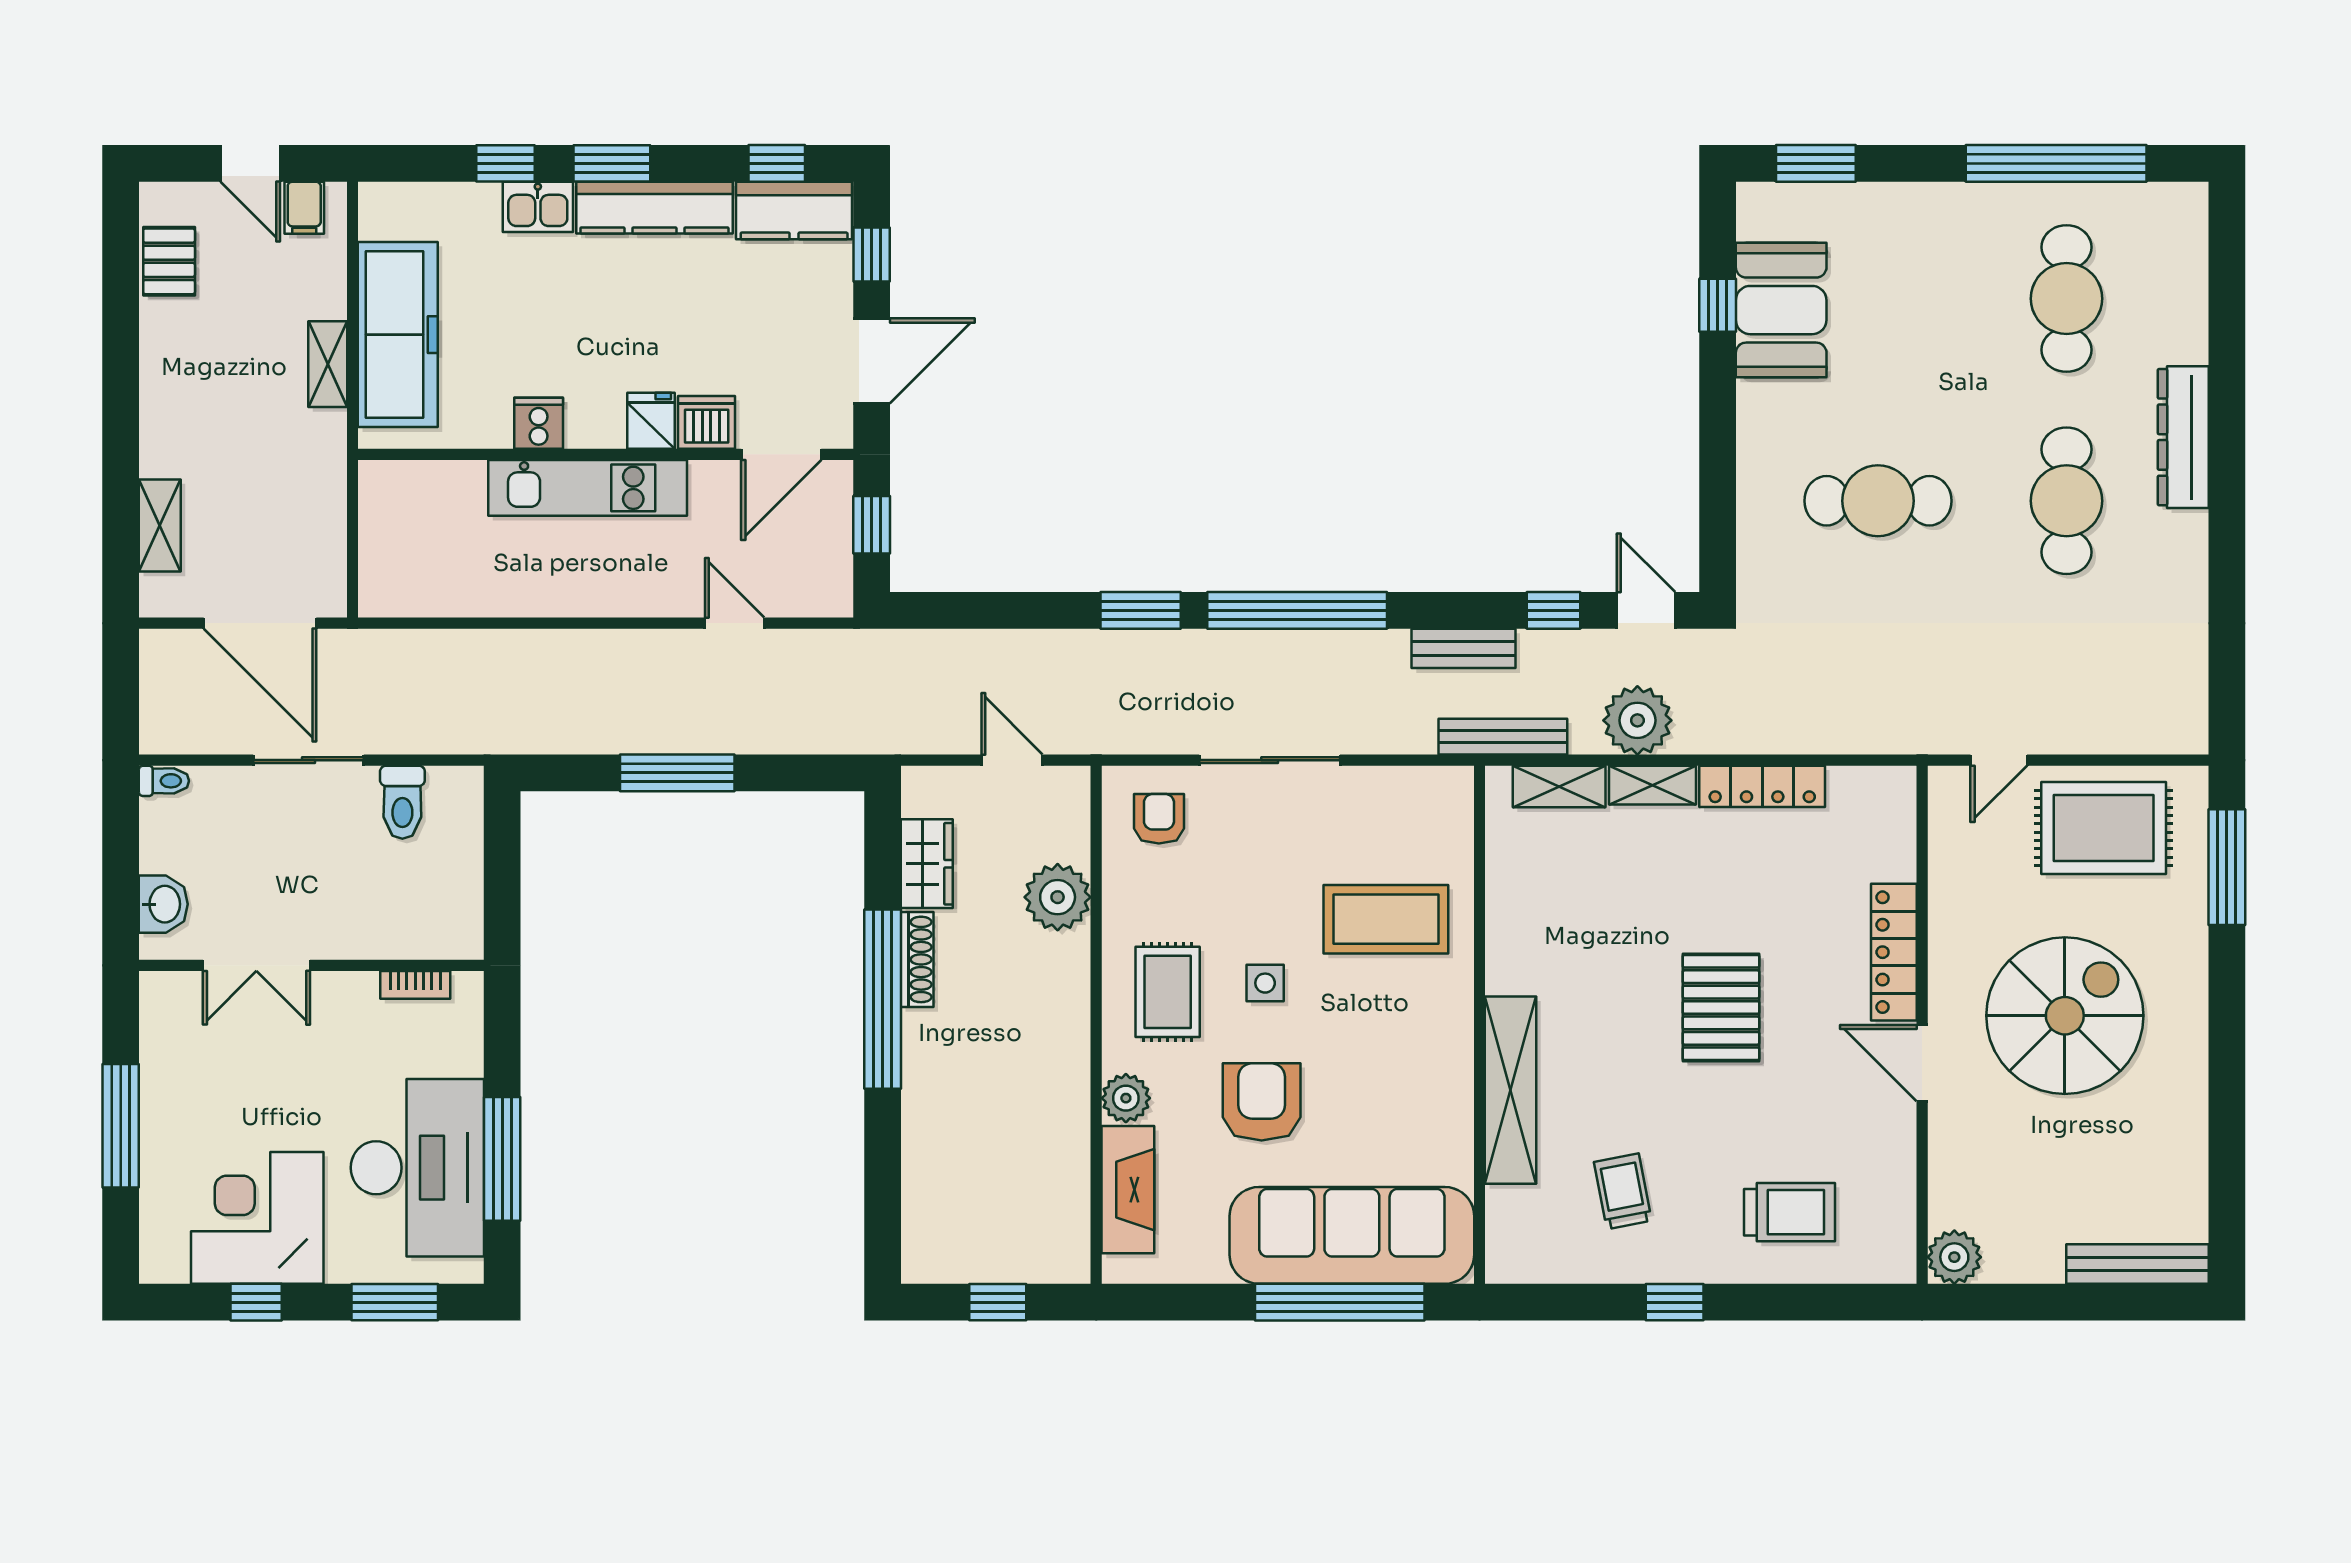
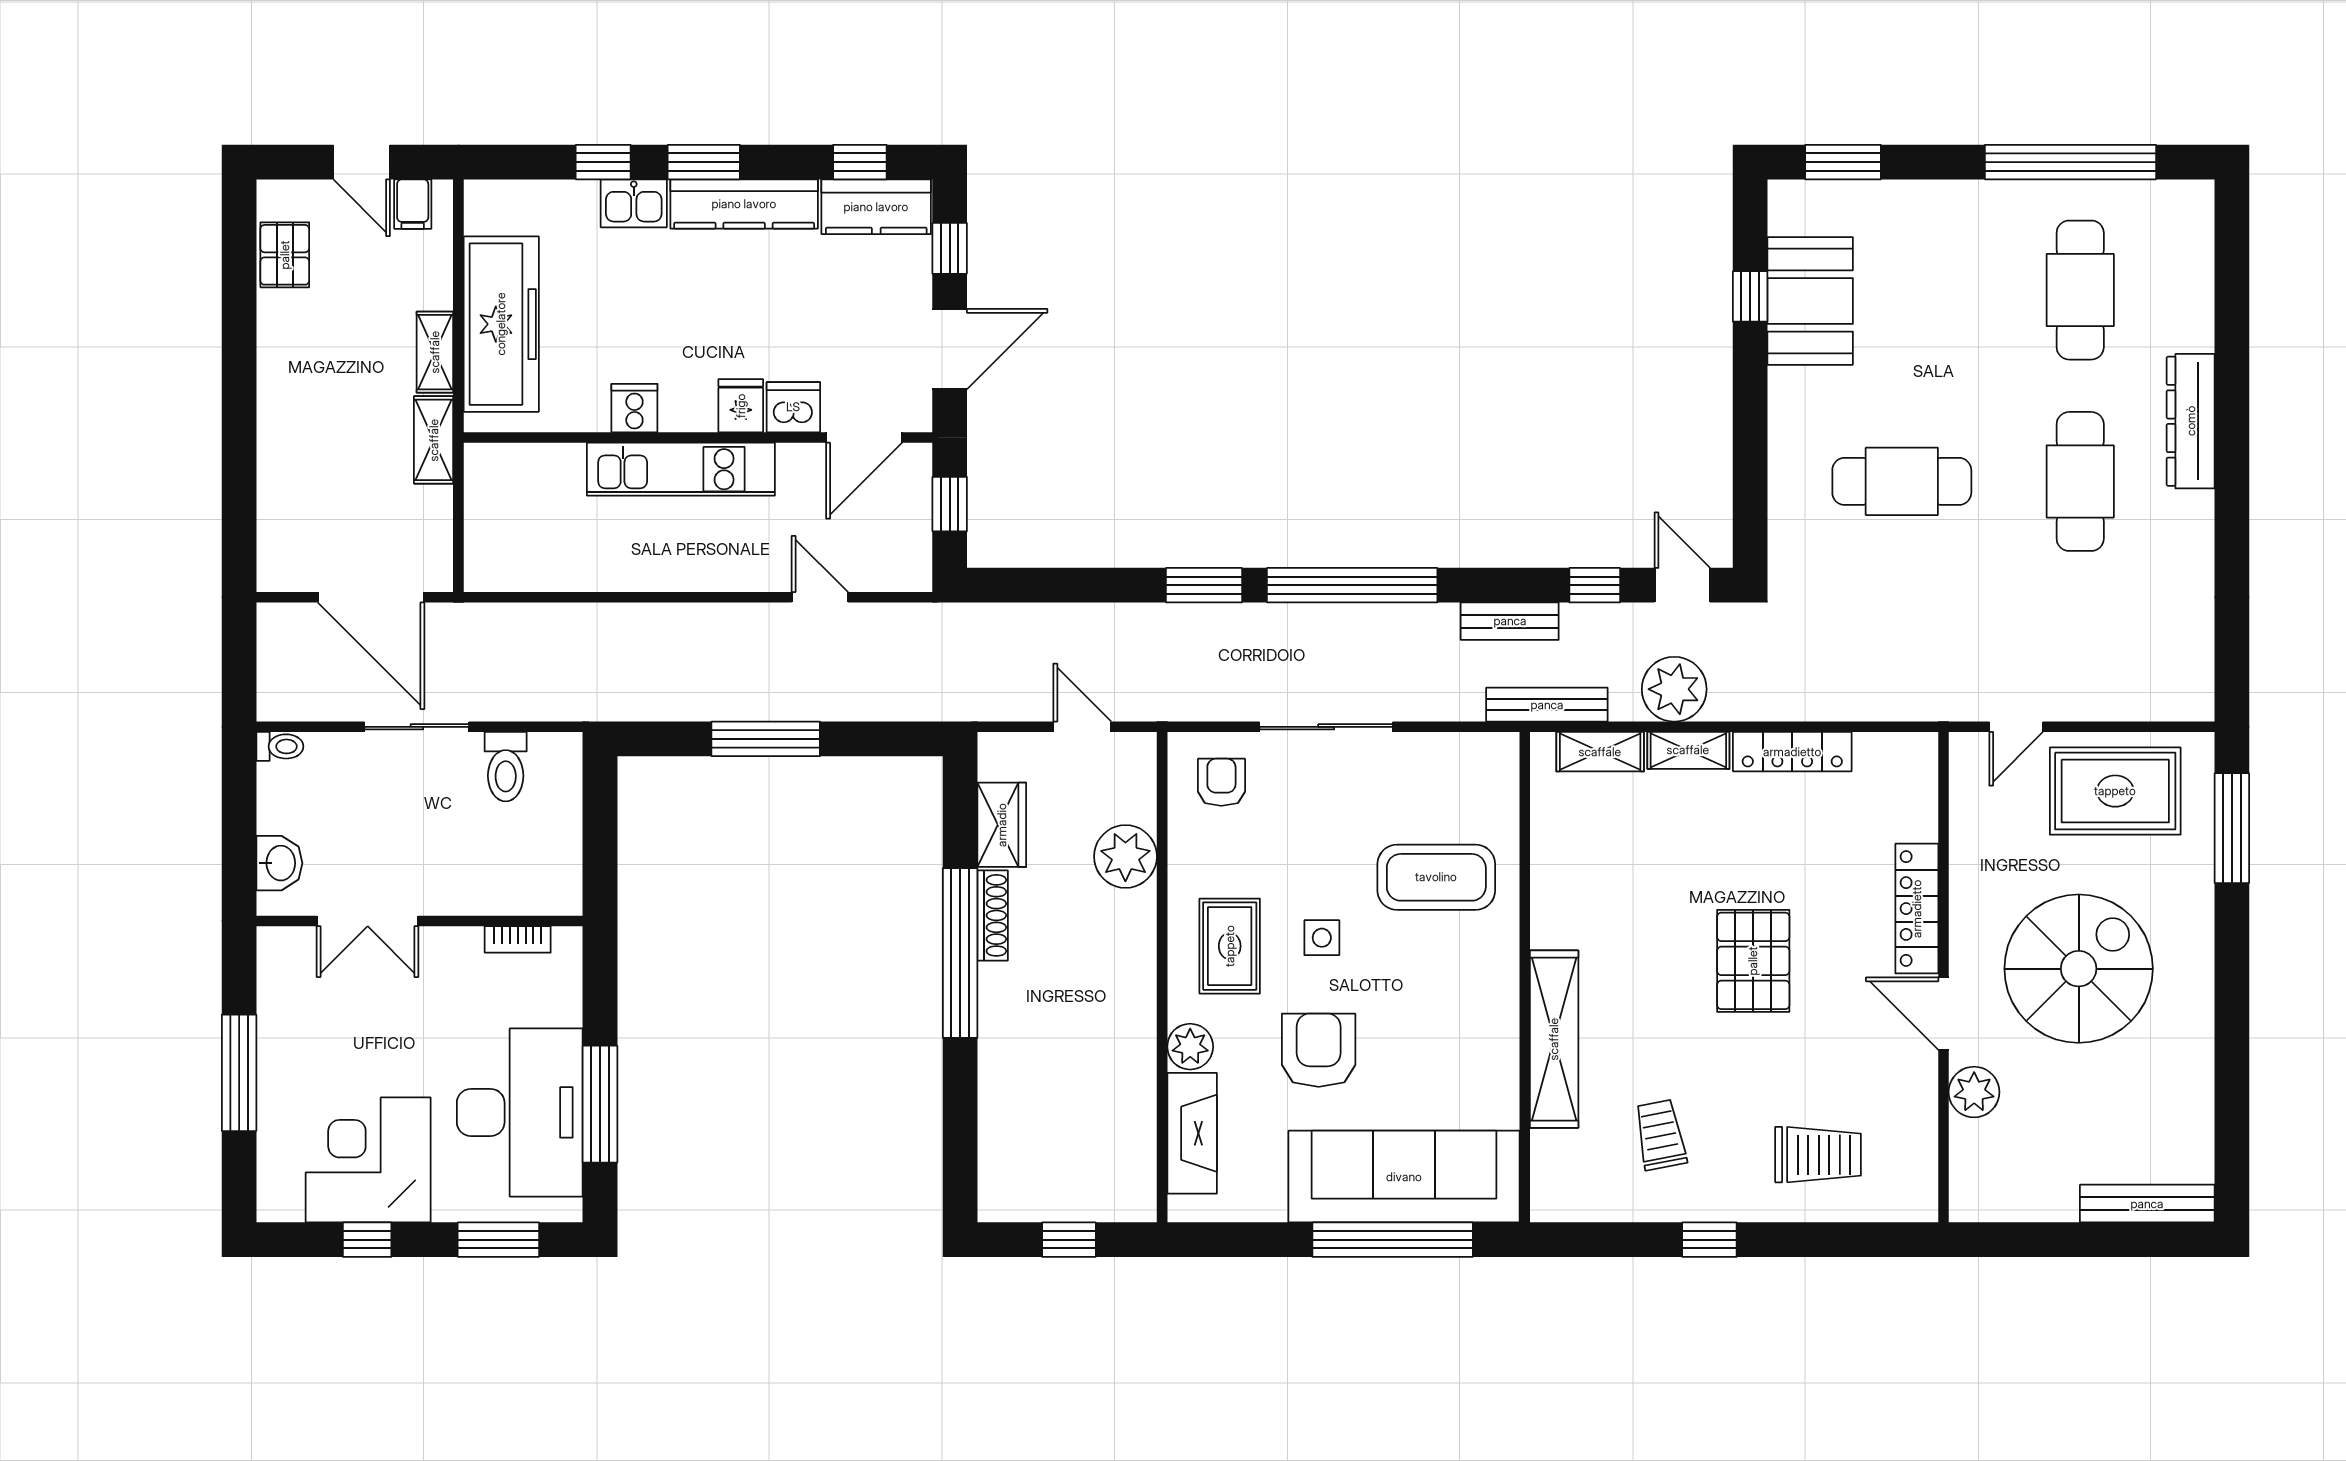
shelving: (160, 525) -> (434, 440), moved
plant: (1954, 1257) -> (1974, 1092), moved

